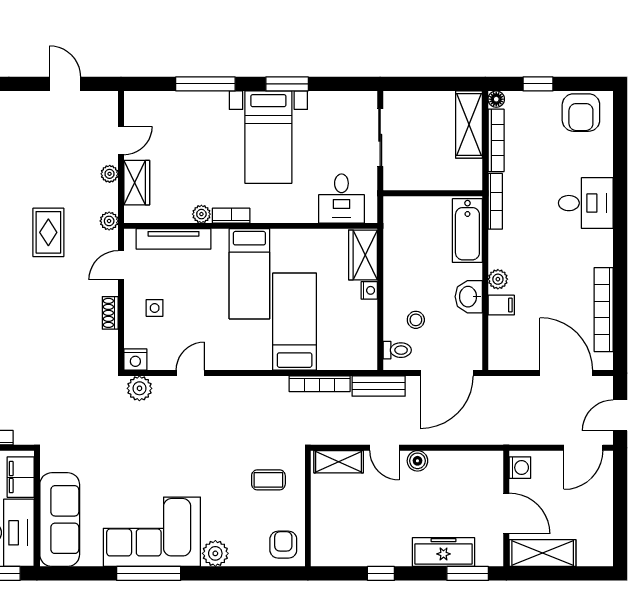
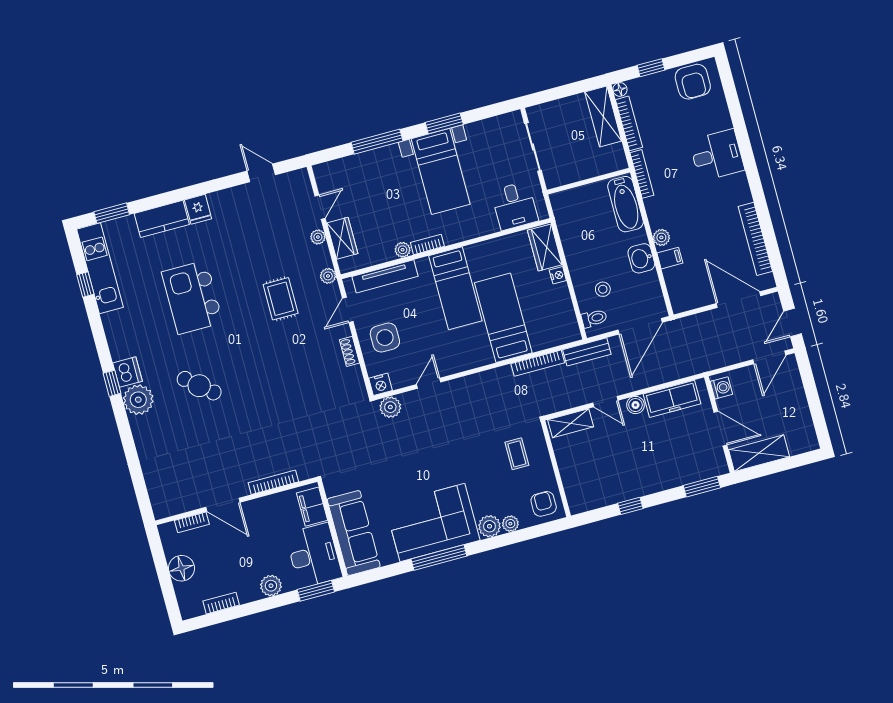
side table: (155, 308) -> (385, 338), width x1.87, depth x1.87
coffee table: (268, 480) -> (517, 454), turned 90
freezer: (444, 552) -> (672, 399), moved, turned 180
plant: (240, 557) -> (510, 524), added

